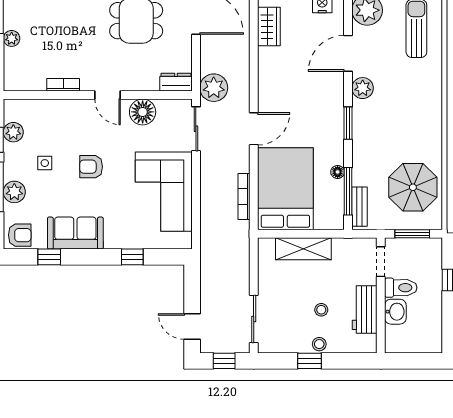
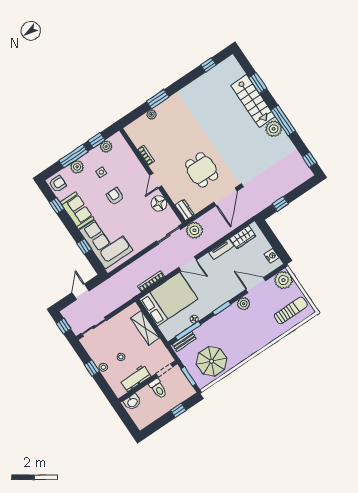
tv unit: (265, 68) -> (221, 249), added
corner sofa: (164, 192) -> (106, 240), moved, turned 90
armchair: (20, 235) -> (58, 184), turned -90
washbasin: (395, 312) -> (132, 402), moved
door: (192, 327) -> (81, 292), moved

